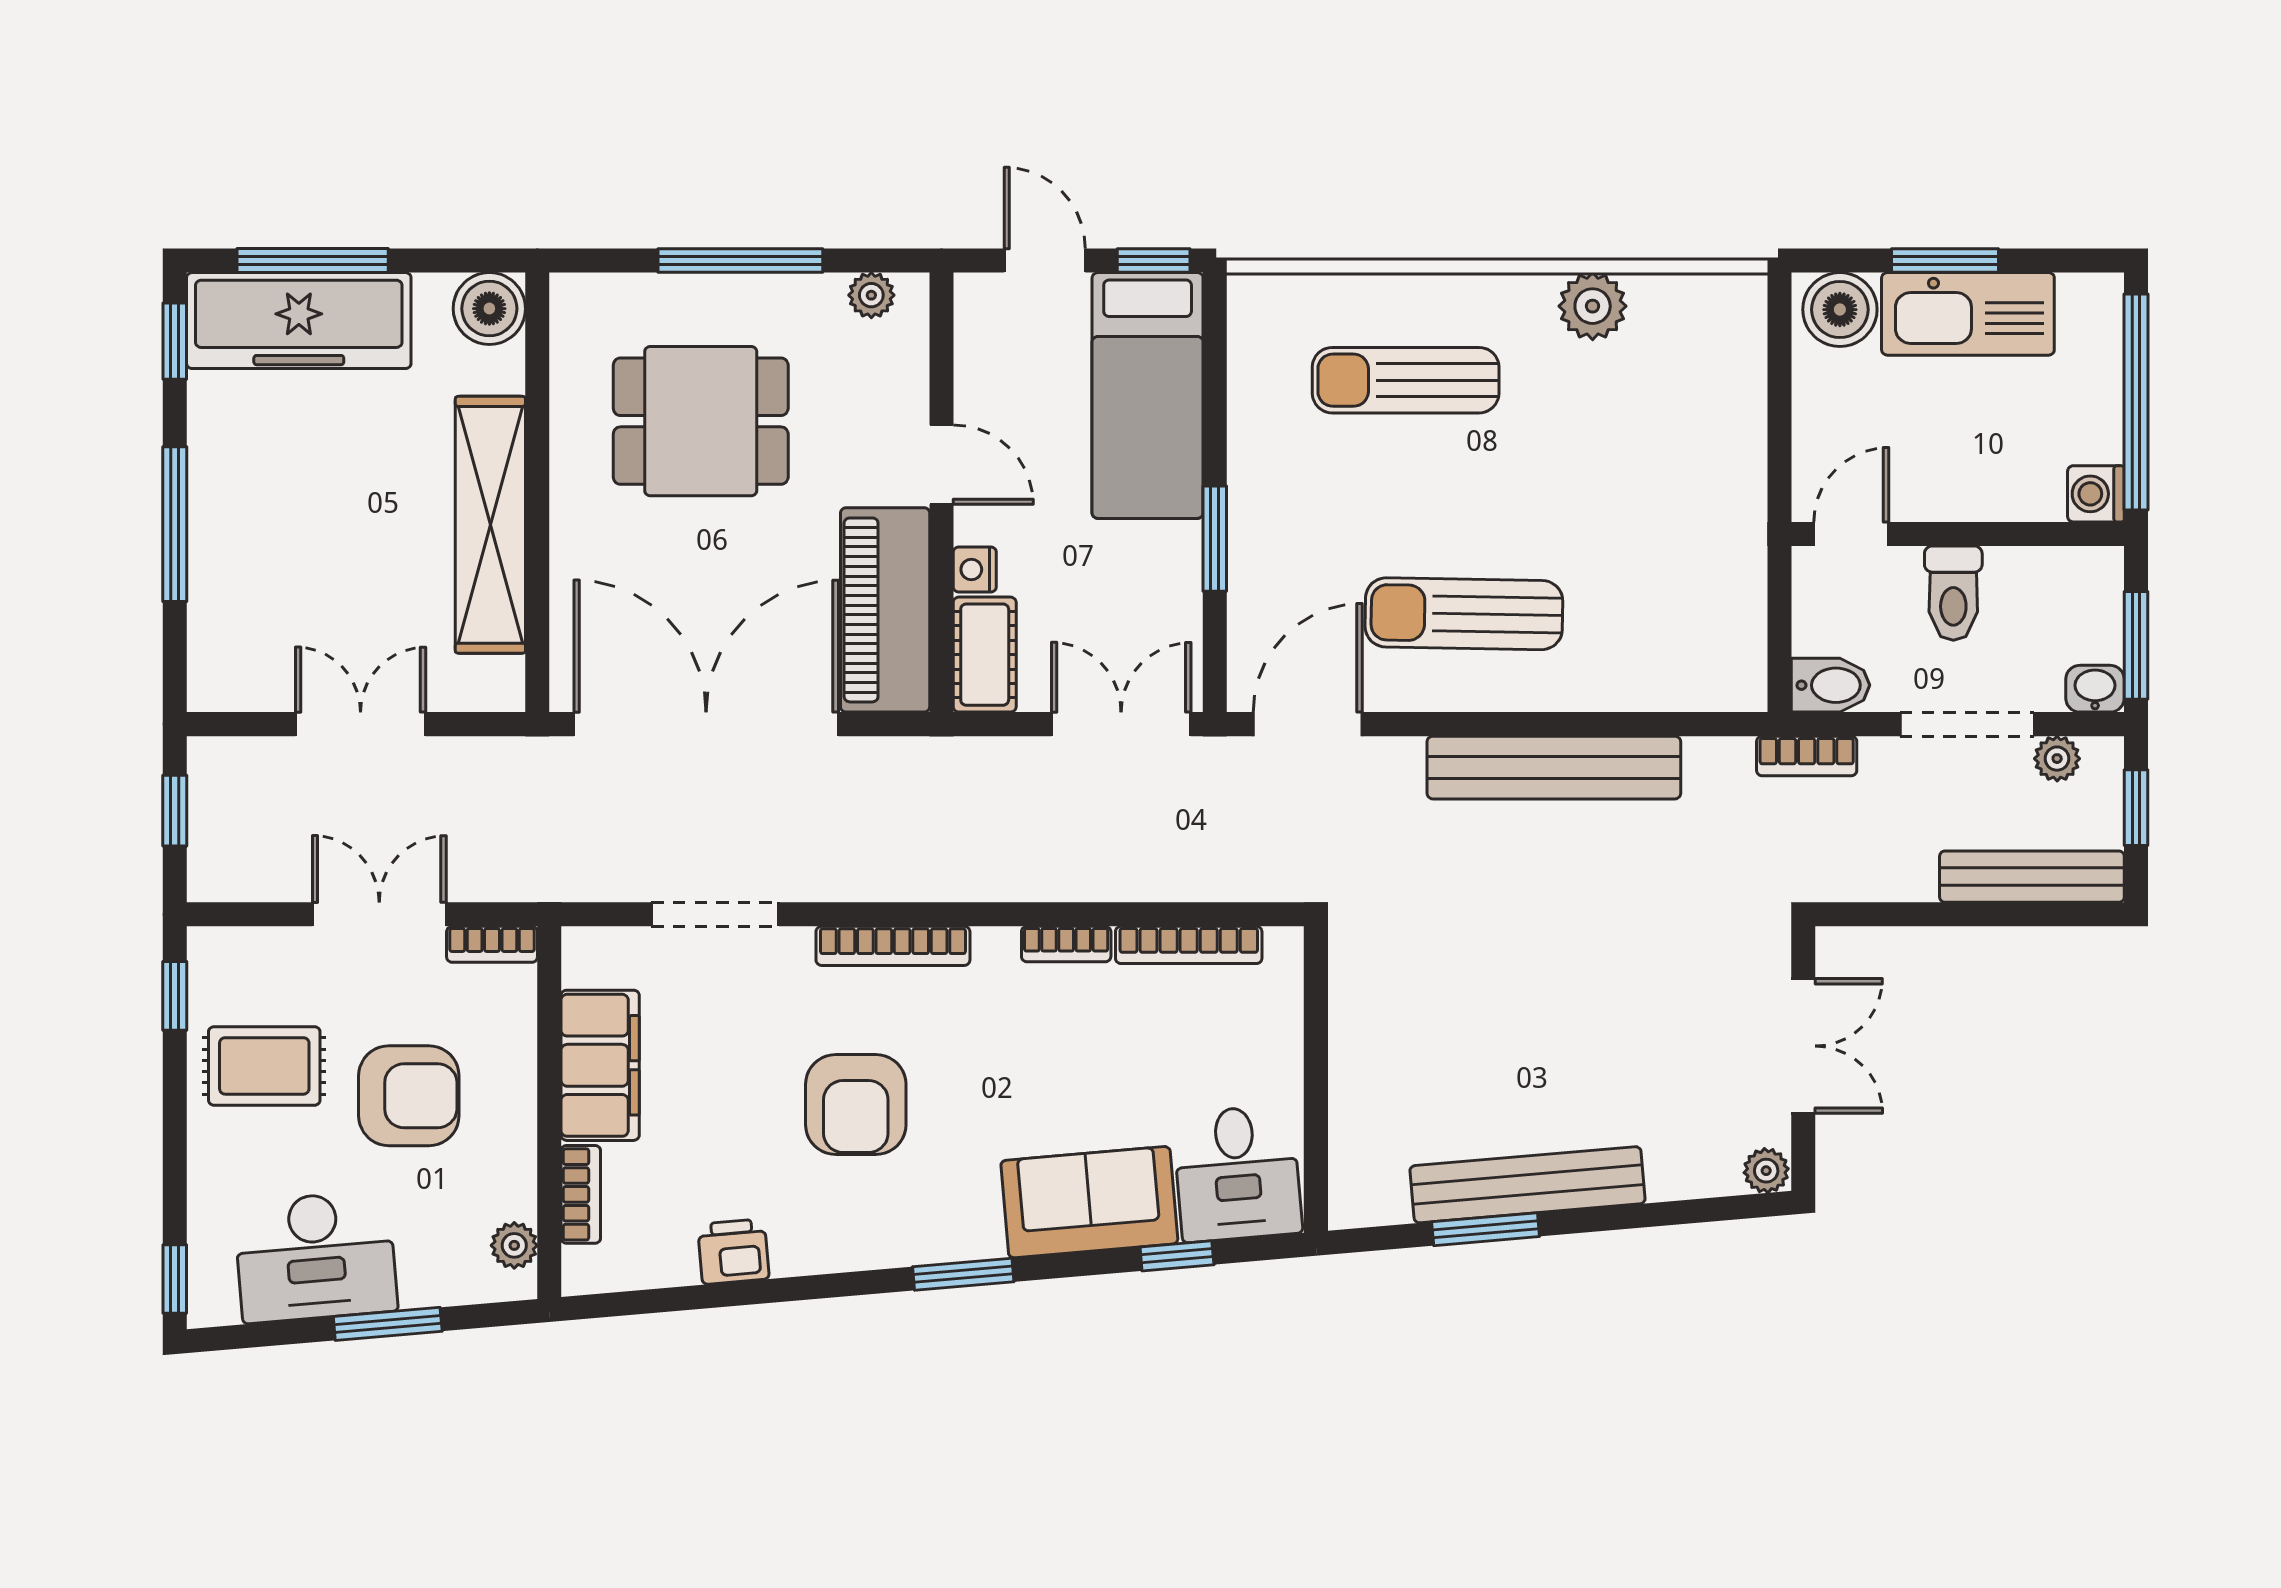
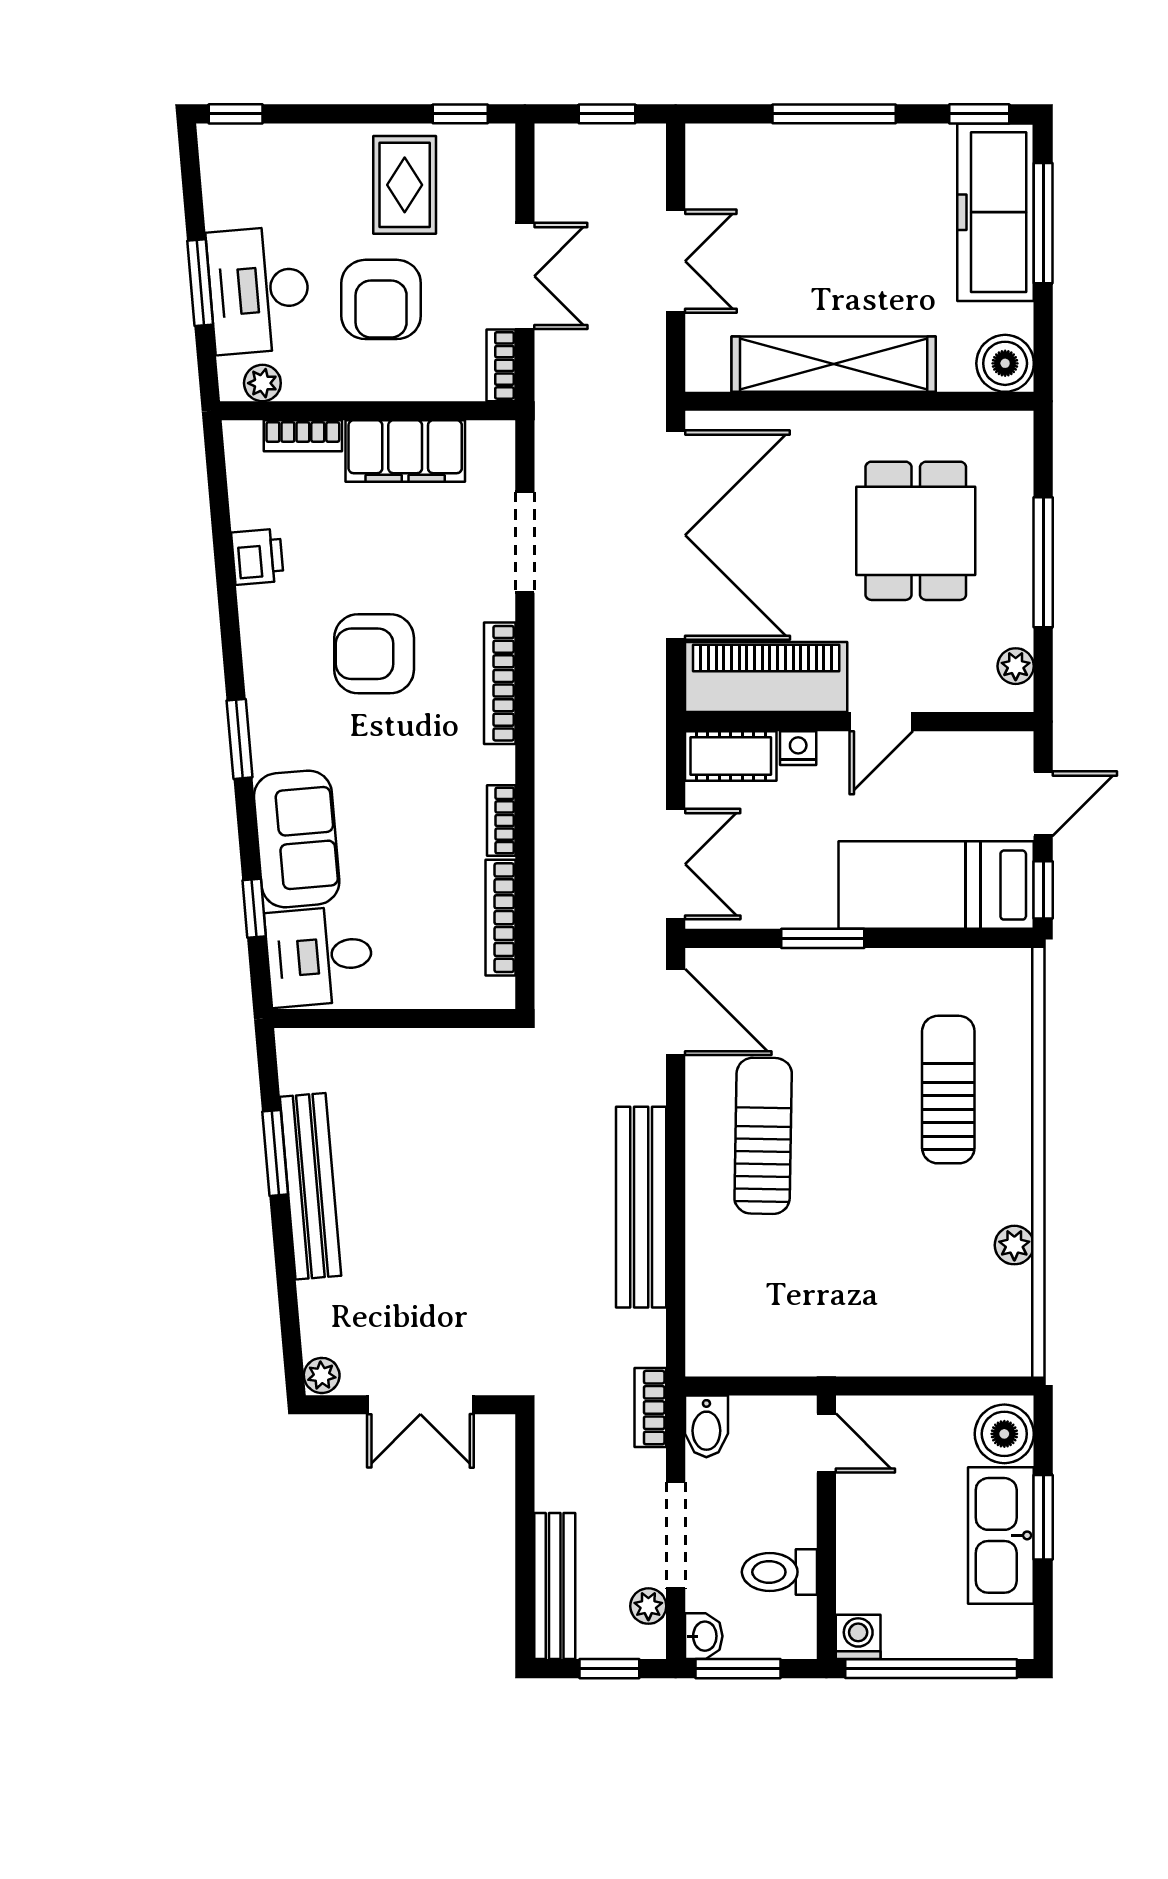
plant: (1593, 306) -> (1014, 1245), width x0.73, depth x0.73
toilet: (1953, 593) -> (779, 1572), moved
desk: (316, 1257) -> (259, 290), moved

